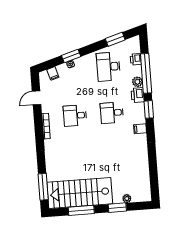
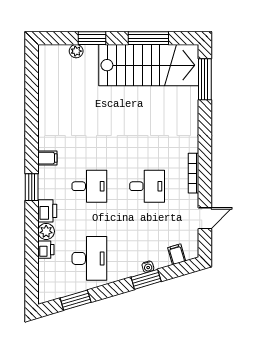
printer: (136, 59) -> (46, 250), moved
window: (146, 73) -> (32, 244), removed

